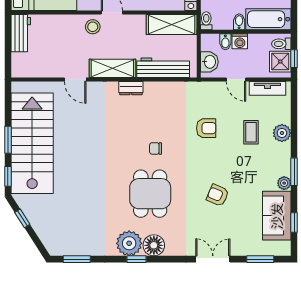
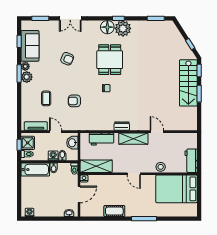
stool: (93, 27) -> (161, 167), moved
workbench: (163, 68) -> (101, 139), width x0.73
plant: (282, 133) -> (27, 77), moved
stairs: (32, 143) -> (188, 83), width x0.73, depth x0.66

